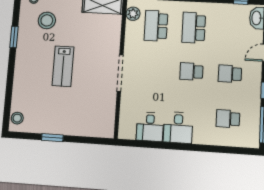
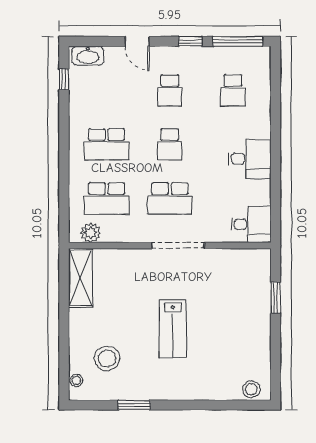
lab bench: (63, 66) -> (173, 329), turned 90
school desk: (153, 69) -> (170, 198), added
desk: (150, 127) -> (251, 224), moved
window: (52, 138) -> (276, 298), moved

